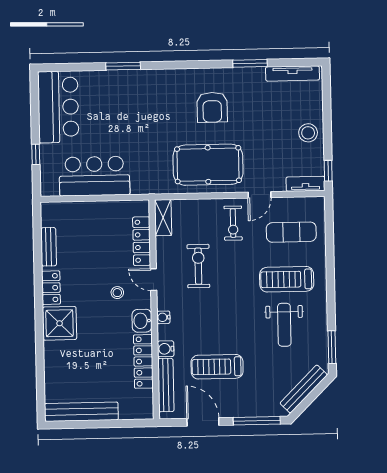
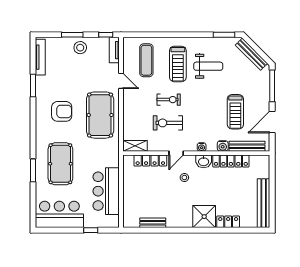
pool table: (134, 107) -> (60, 164), added
window: (327, 121) -> (72, 35), added
exercise bike: (233, 223) -> (169, 100), moved
locker: (51, 288) -> (228, 222), moved

